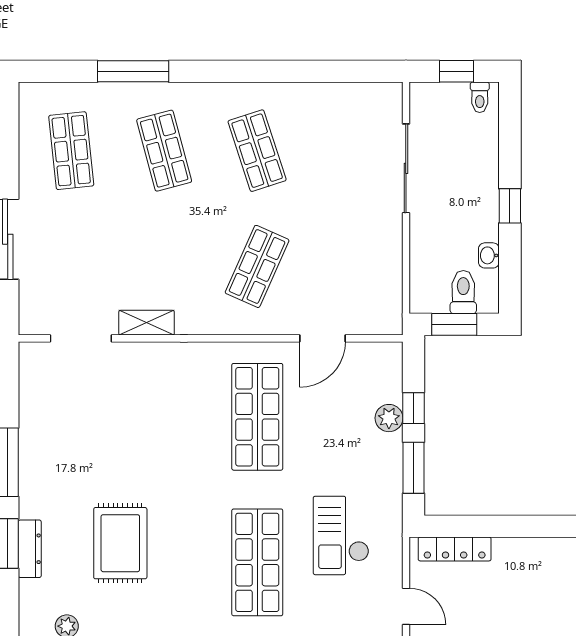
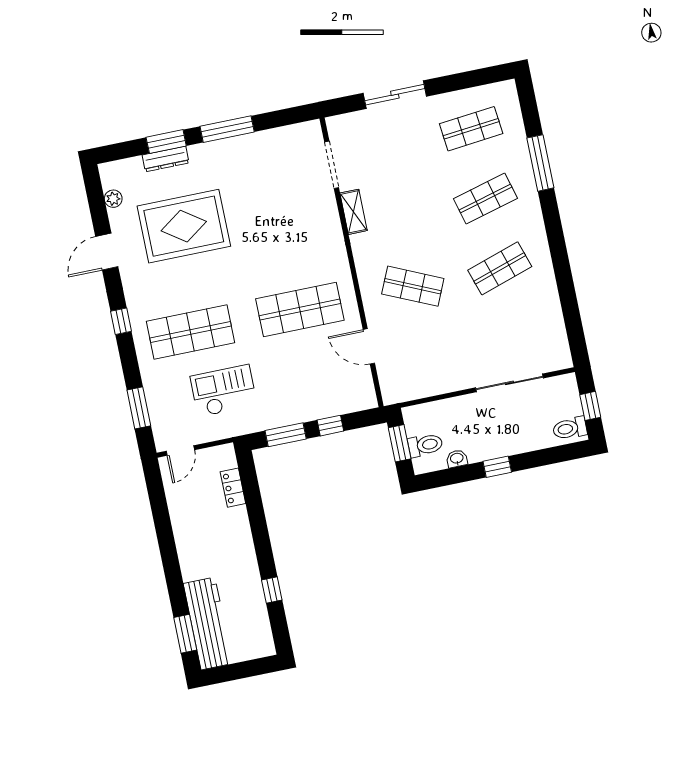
toilet: (480, 97) -> (570, 428), width x1.37, depth x1.39
plant: (389, 418) -> (319, 409), removed
rug: (120, 543) -> (184, 226), width x1.37, depth x1.44
locker: (455, 549) -> (233, 488), width x0.66

